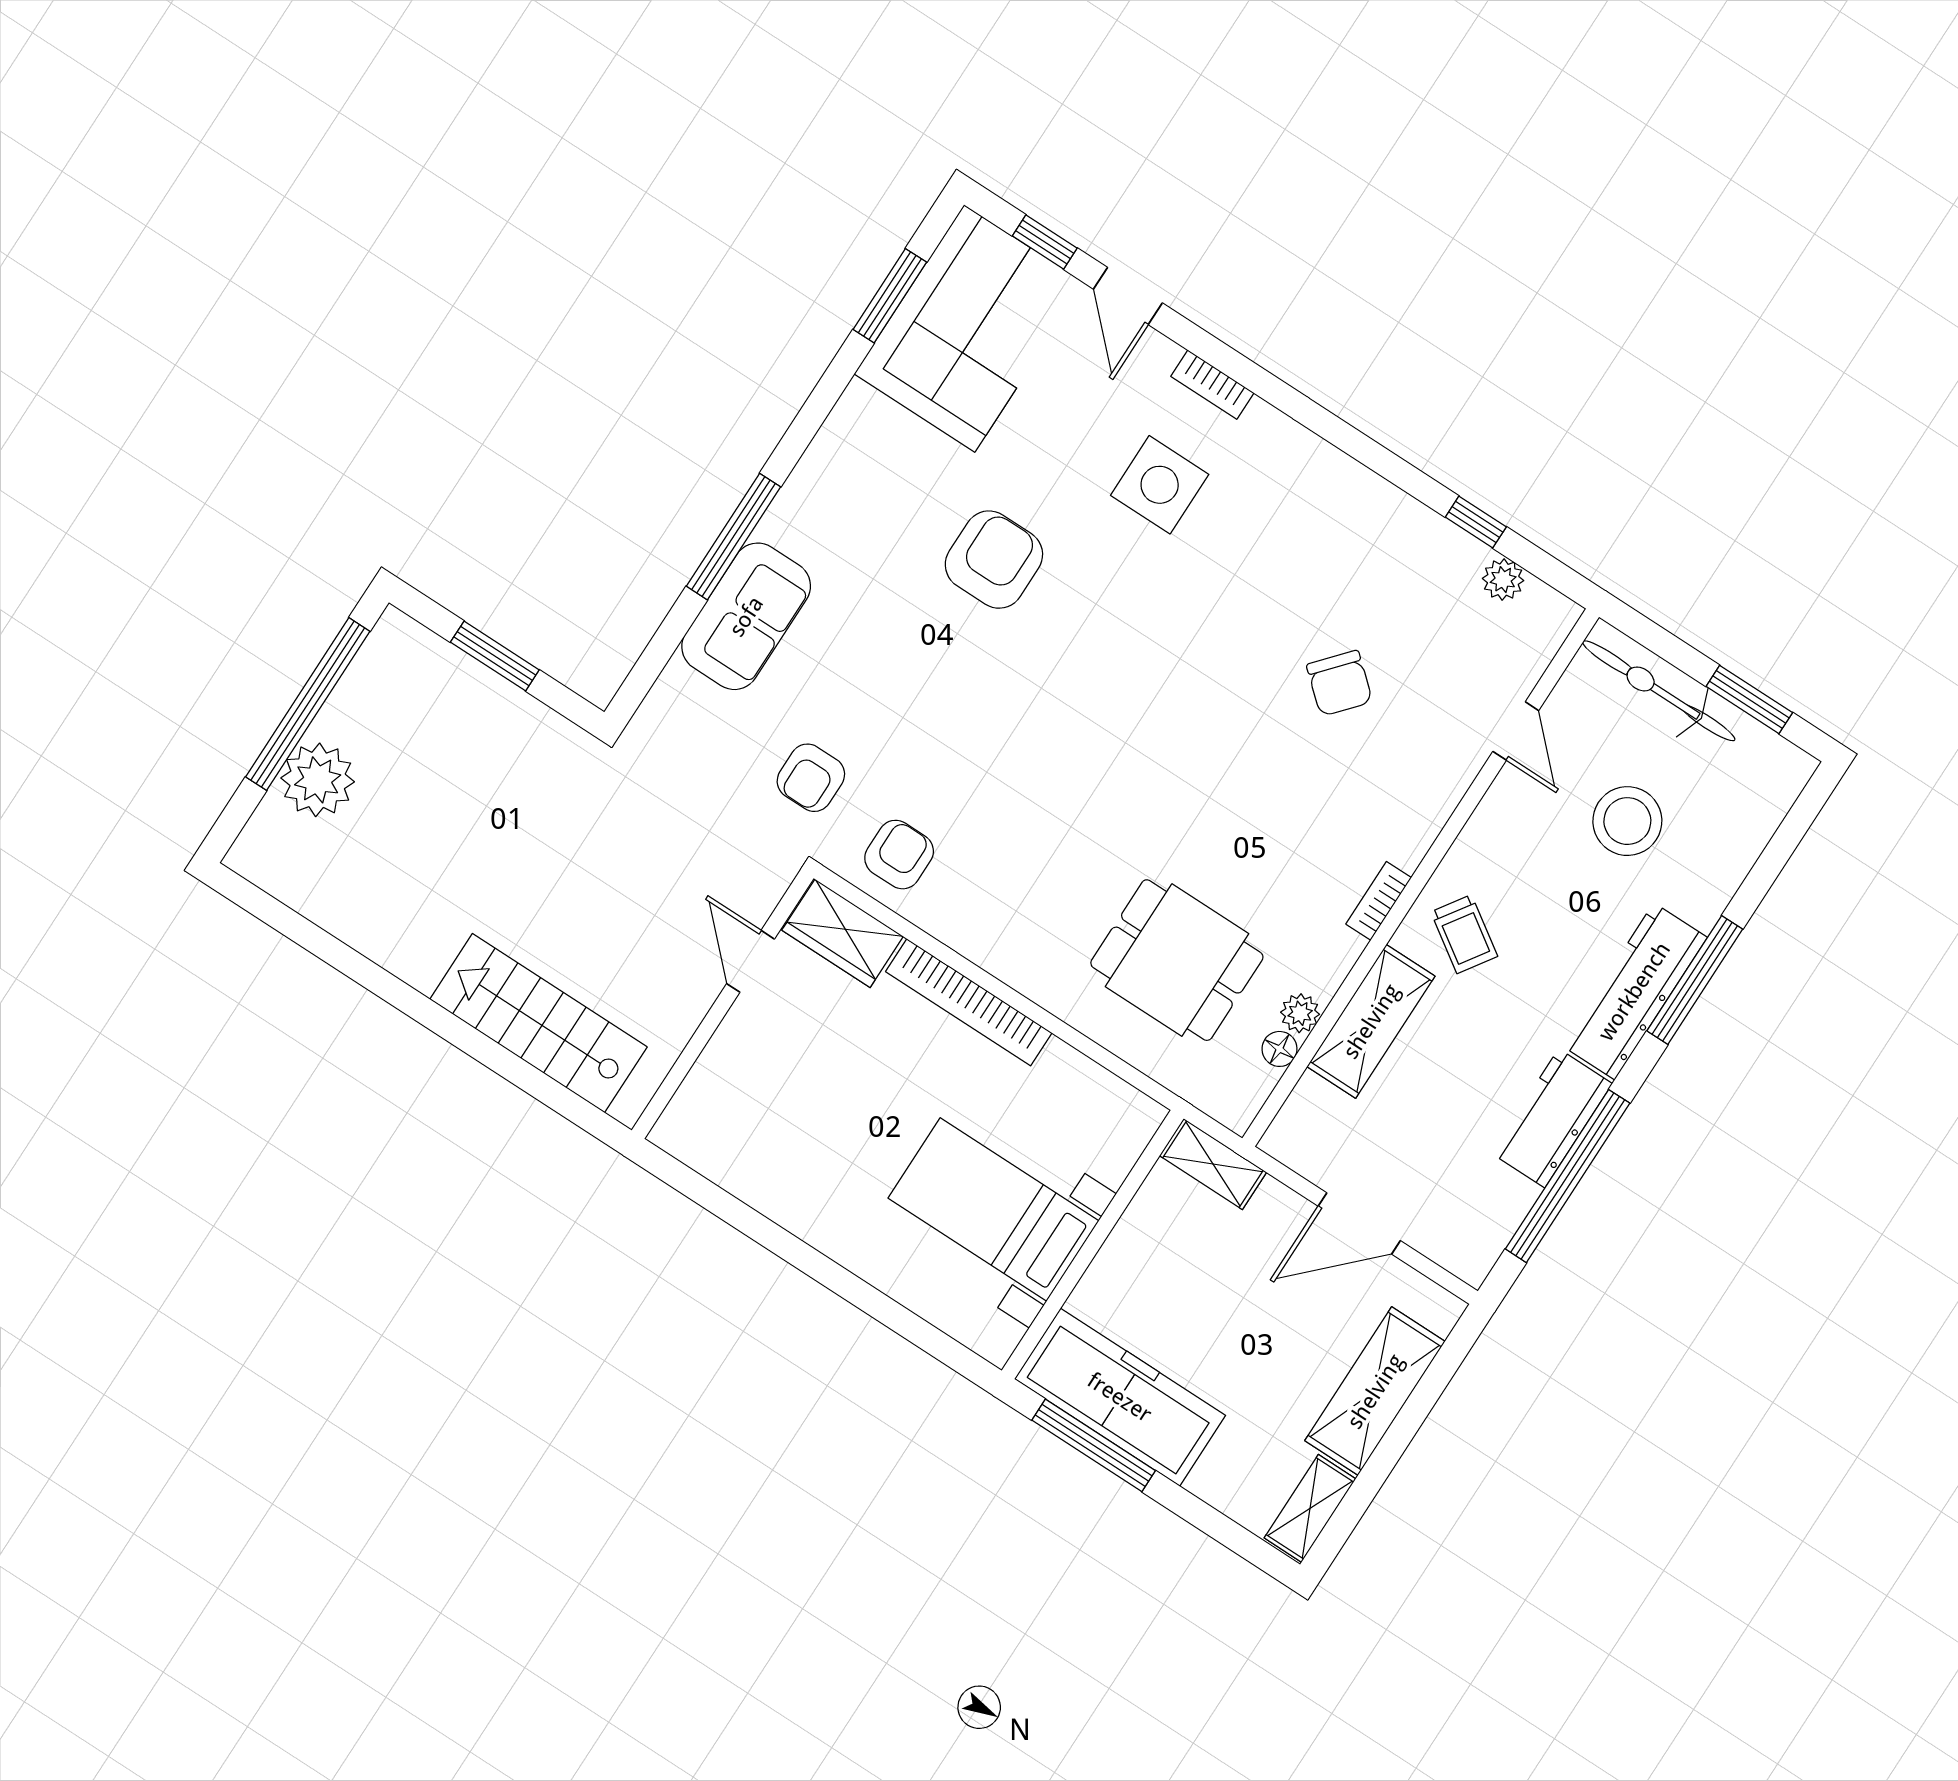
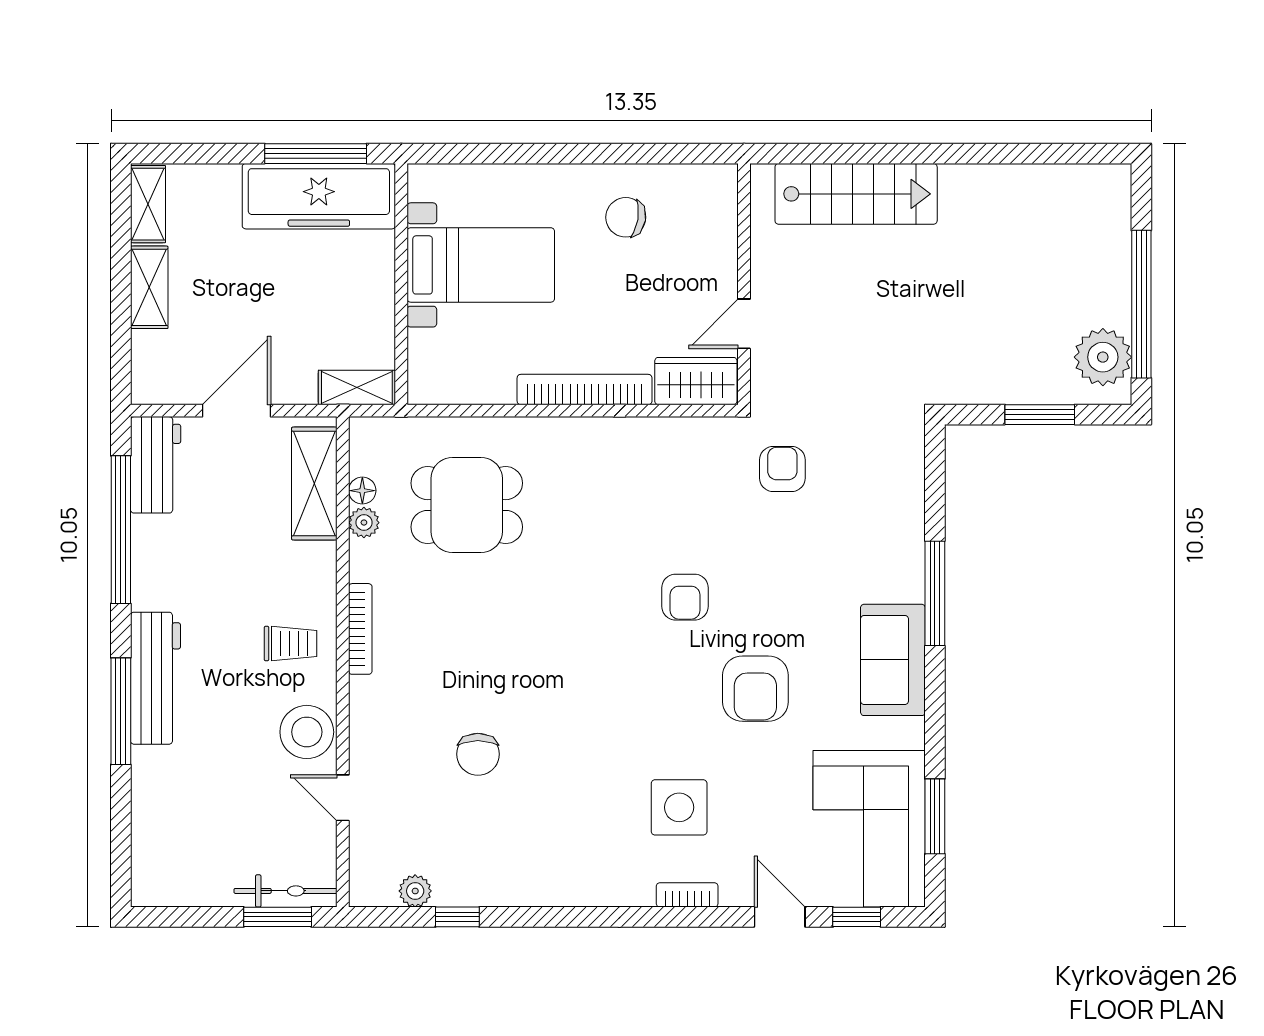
sofa: (746, 616) -> (893, 660), moved
chair: (1339, 683) -> (478, 754), turned -131
bicycle: (1659, 691) -> (286, 891), width x0.73, depth x0.71
window: (1749, 700) -> (278, 917), moved
plant: (318, 780) -> (1103, 357), moved
stool: (1627, 821) -> (307, 732), moved
armchair: (899, 855) -> (685, 597), moved
bookcase: (1379, 901) -> (360, 629), width x1.56
trolley: (1464, 934) -> (291, 643), turned 146
door: (750, 961) -> (744, 324), swing flipped
shelving: (1371, 1021) -> (314, 484), moved
workbench: (1552, 1118) -> (156, 465), moved
chair: (804, 1159) -> (626, 217), added
shelving: (1375, 1391) -> (149, 287), width x0.67, depth x0.75

